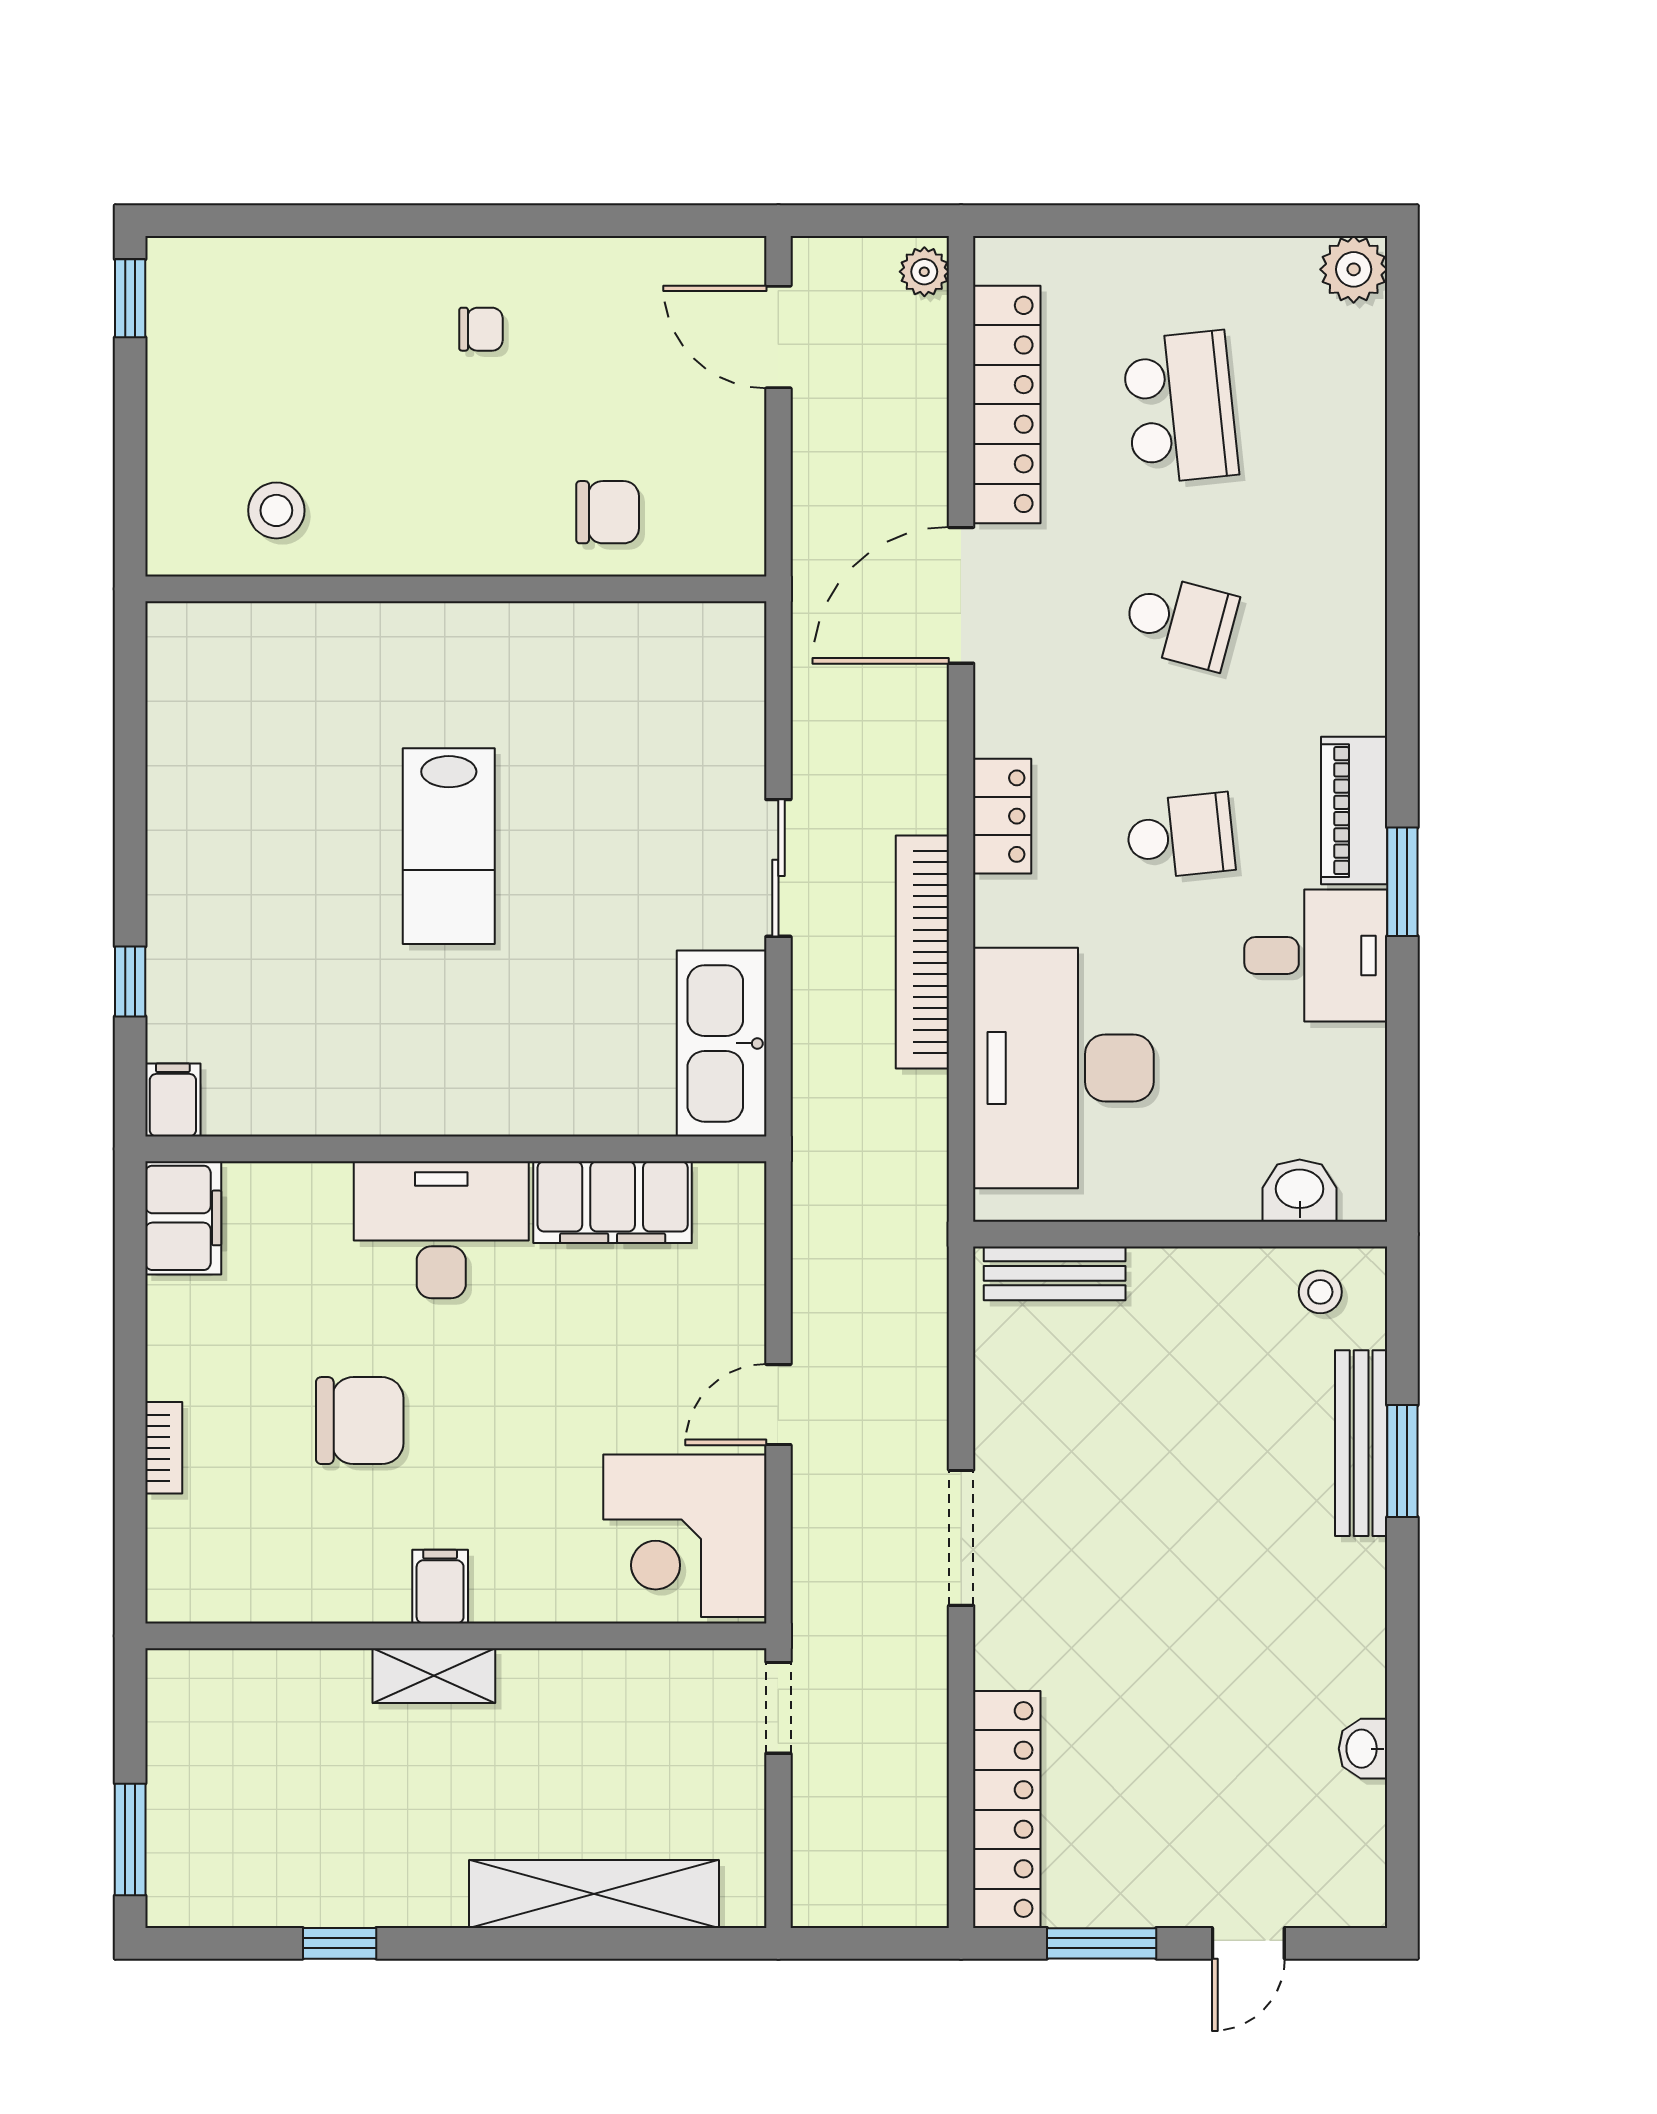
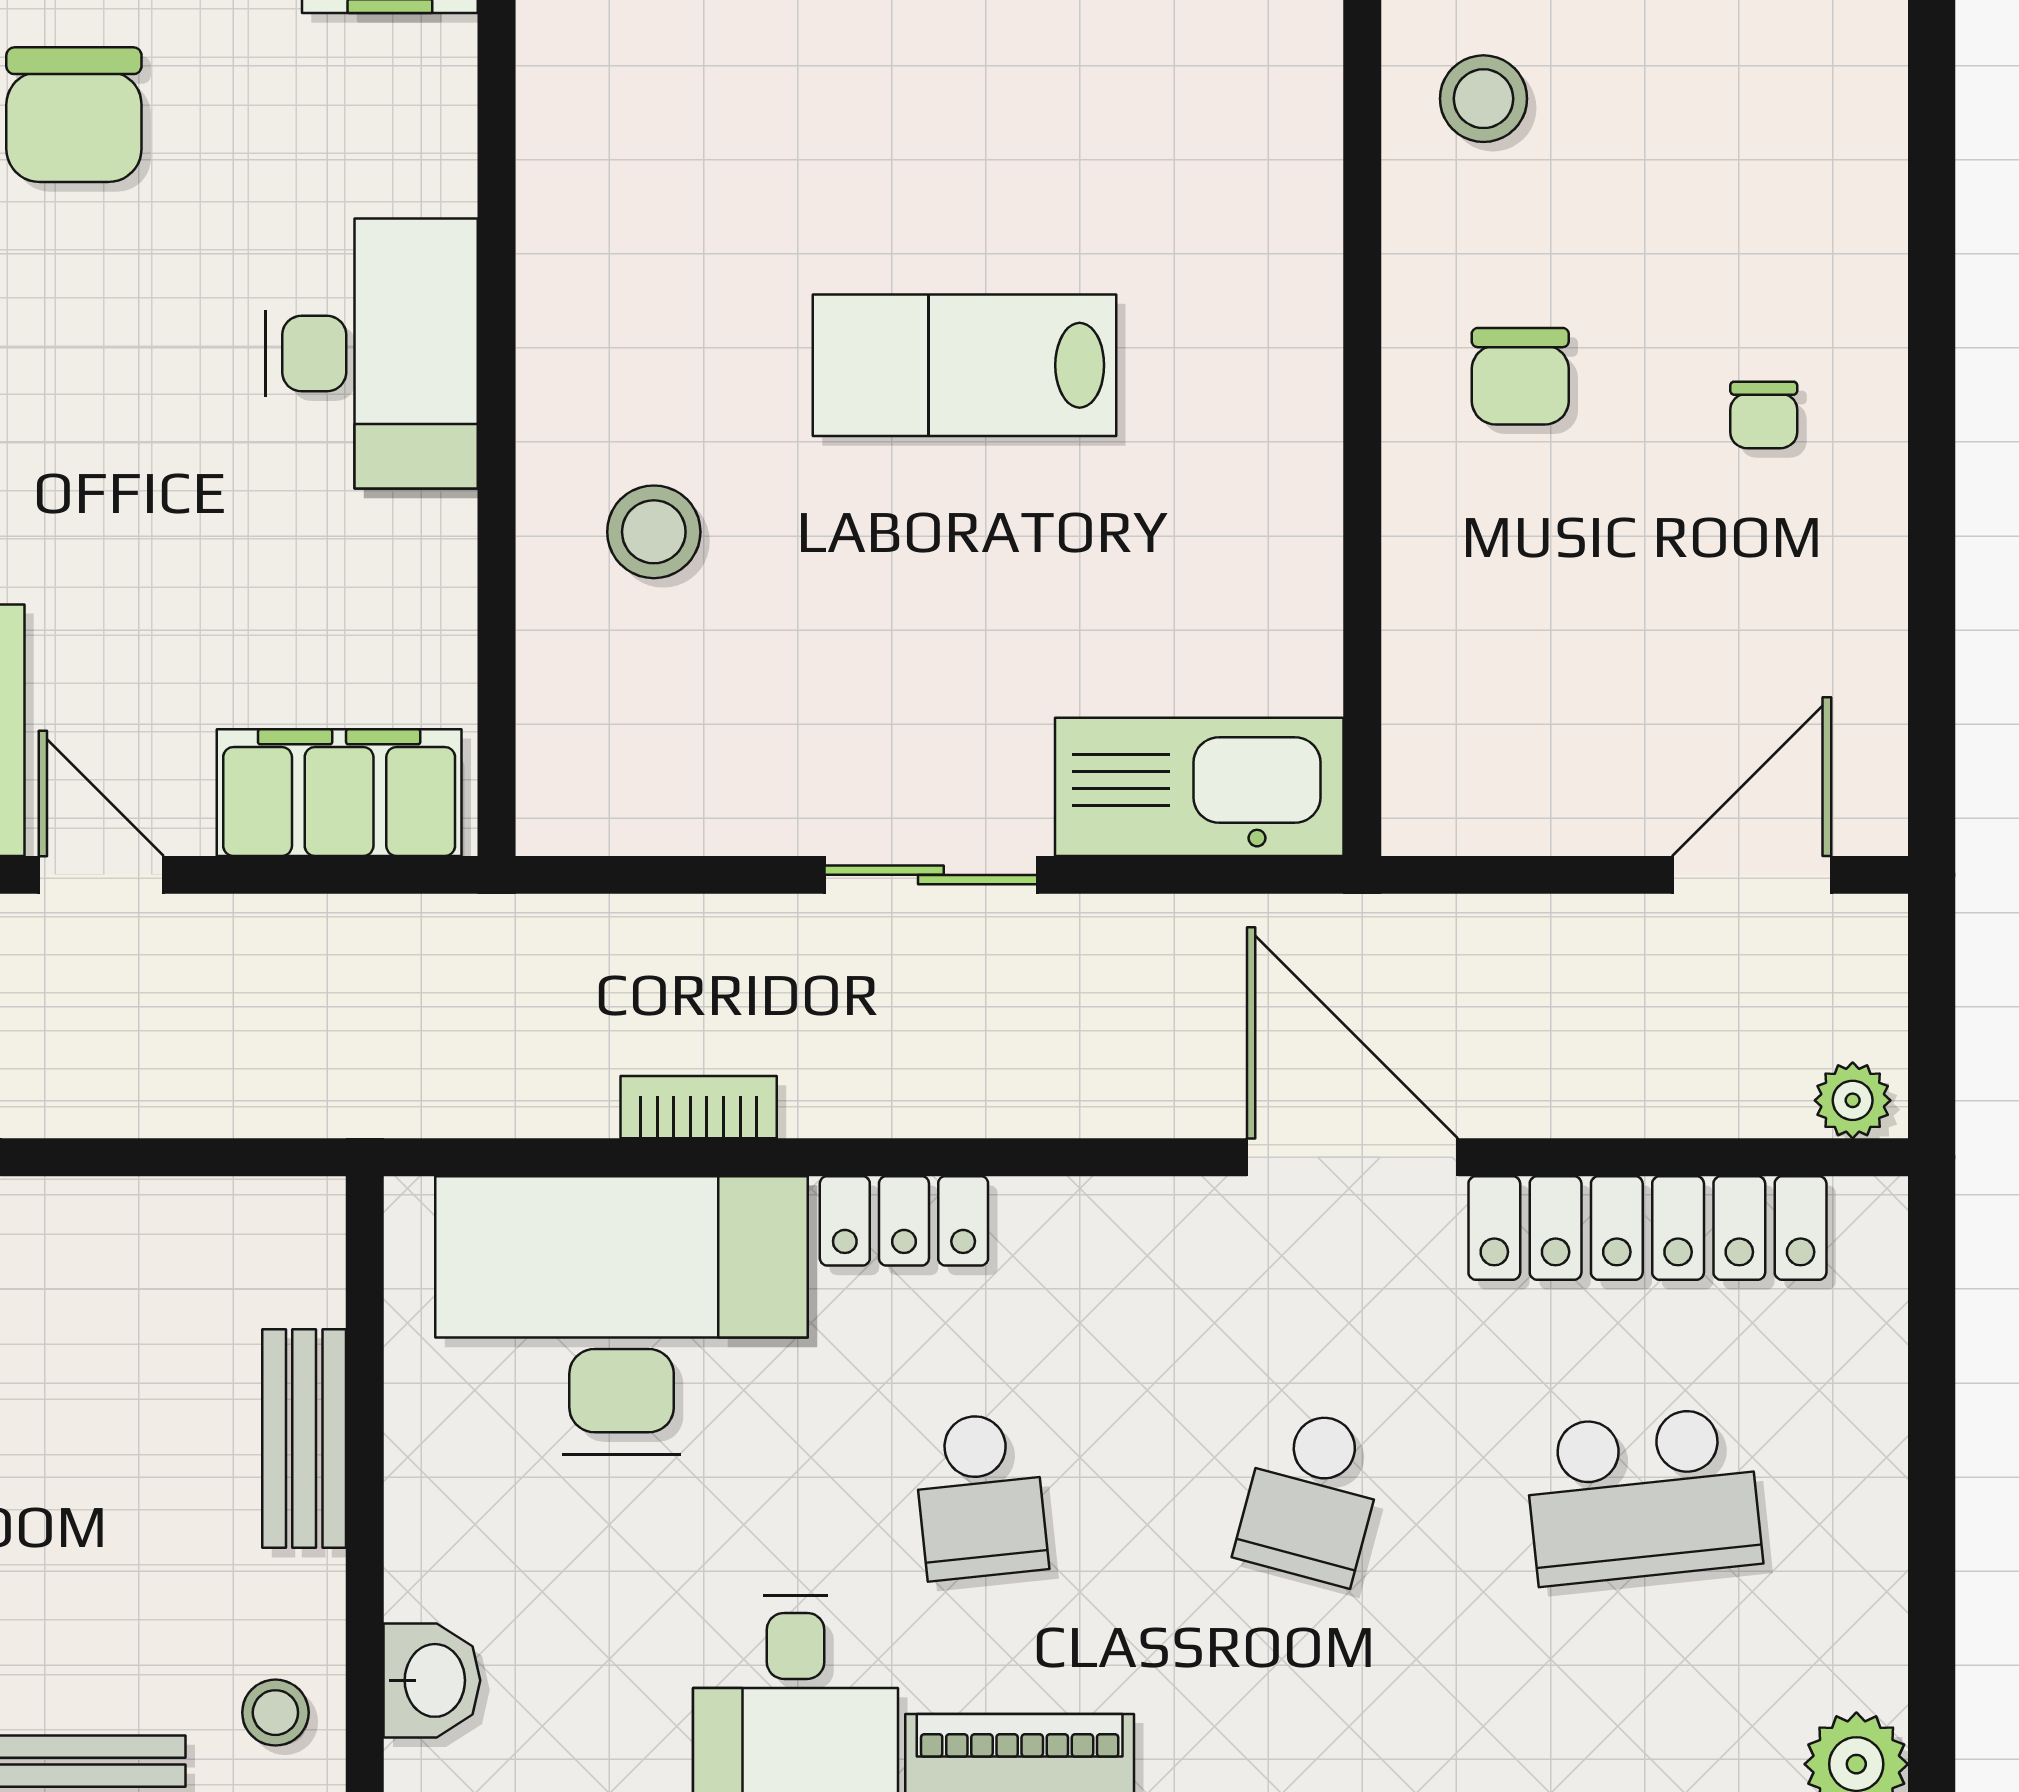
chair: (608, 512) -> (1520, 376), moved
locker: (1002, 816) -> (904, 1221), moved
bookcase: (922, 952) -> (699, 1107), width x0.43, depth x0.76
kitchen sink: (722, 1043) -> (1199, 787), moved
stool: (557, 1047) -> (654, 532), added
filing cabinet: (613, 1202) -> (339, 793), moved, turned 90
bench: (1055, 1273) -> (304, 1439), moved
chair: (360, 1421) -> (74, 115), moved

